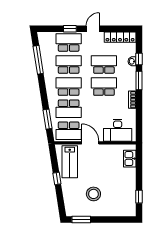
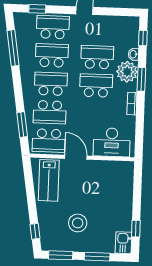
window: (70, 29) -> (37, 9), moved
locker: (120, 37) -> (119, 23), removed
window: (139, 59) -> (143, 38), moved
plant: (128, 75) -> (127, 72), added
kitchen sink: (130, 159) -> (124, 243), moved
window: (57, 179) -> (35, 231), moved
window: (110, 220) -> (97, 257), added

